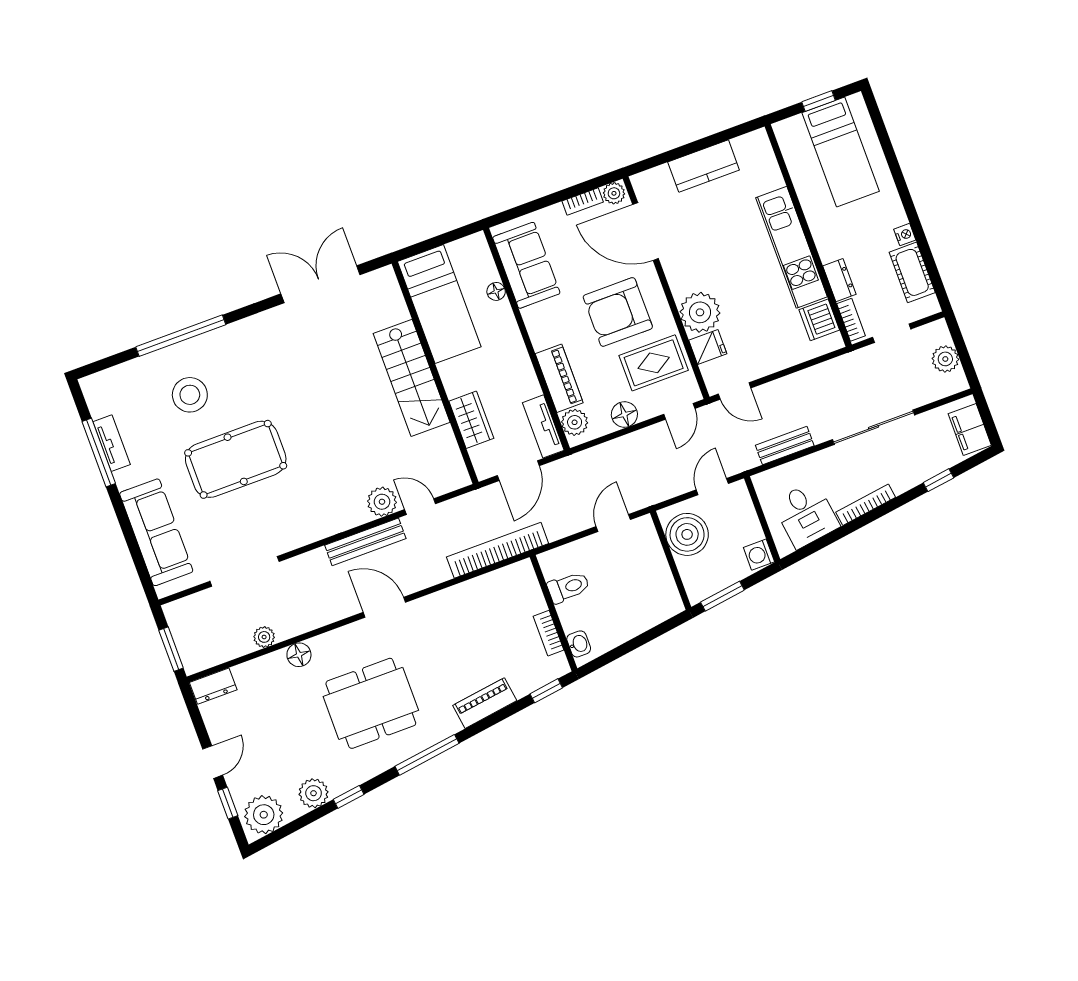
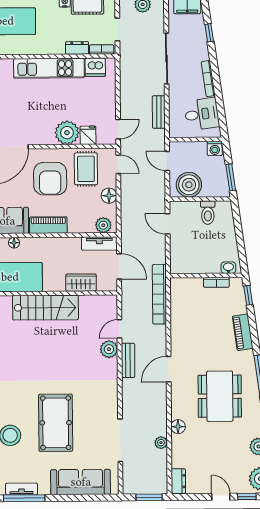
piano: (559, 378) -> (48, 225), moved
bench: (365, 542) -> (128, 360), width x0.73
toilet: (568, 587) -> (208, 213), moved, turned 180

